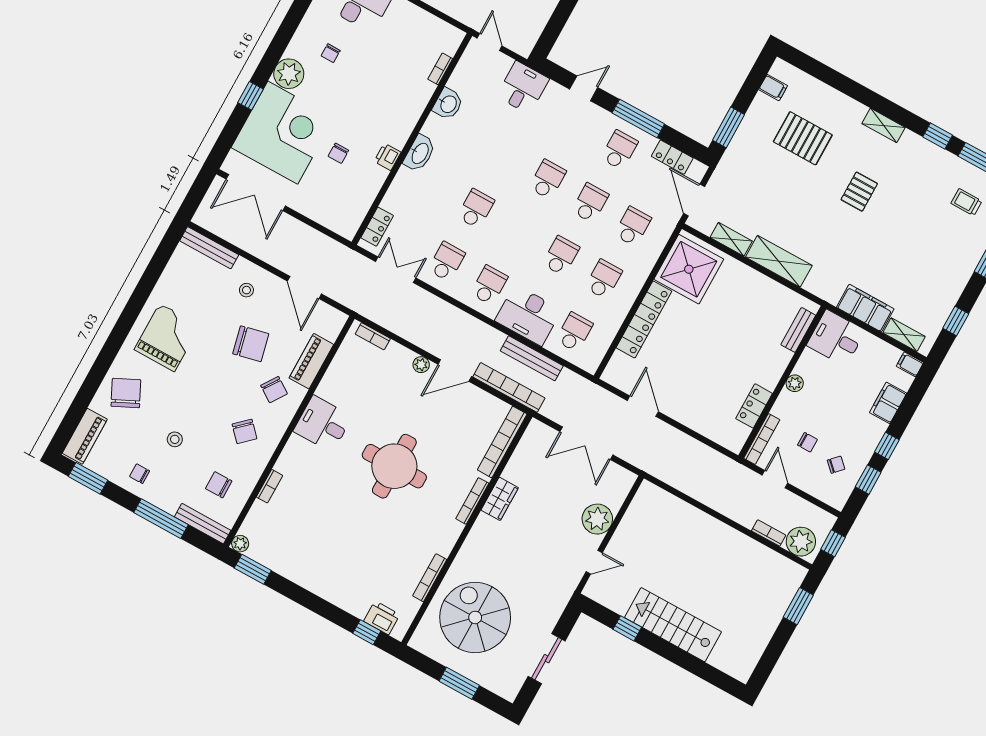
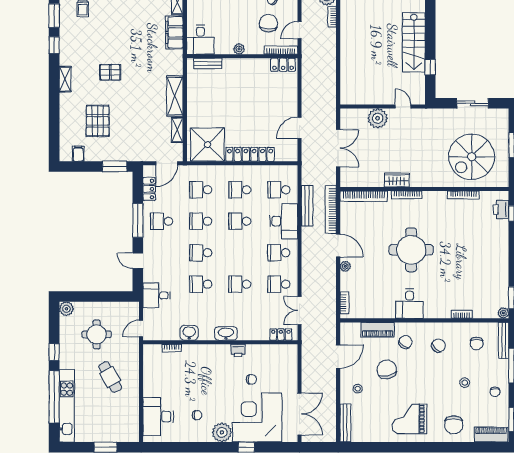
school desk: (505, 156) -> (201, 284), added
chair: (126, 393) -> (454, 425), turned -64
locker: (754, 406) -> (283, 65), moved
chair: (807, 442) -> (268, 23), width x1.87, depth x1.87

